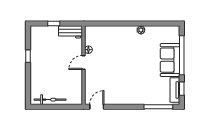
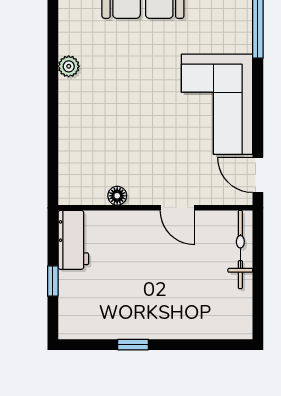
door: (84, 62) -> (177, 208), moved
corner sofa: (126, 90) -> (217, 104), added
bicycle: (50, 100) -> (240, 250), moved

